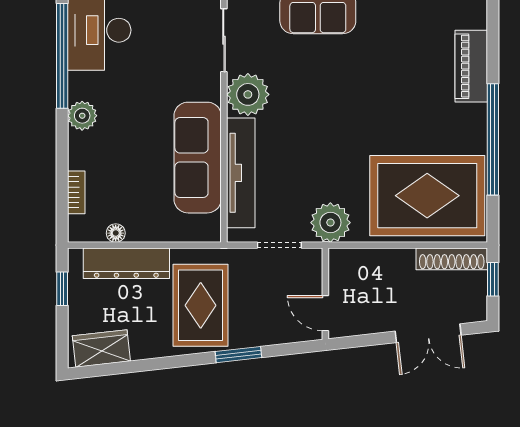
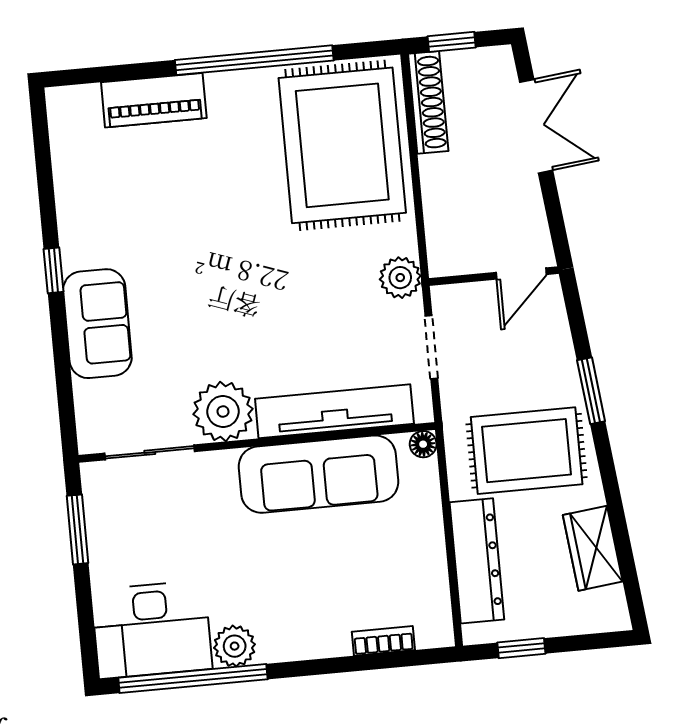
plant: (82, 116) -> (235, 646), moved
plant: (330, 223) -> (400, 278), width x0.73, depth x0.73
floor lamp: (116, 233) -> (423, 444), moved
wardrobe: (101, 348) -> (593, 548), moved

